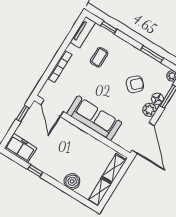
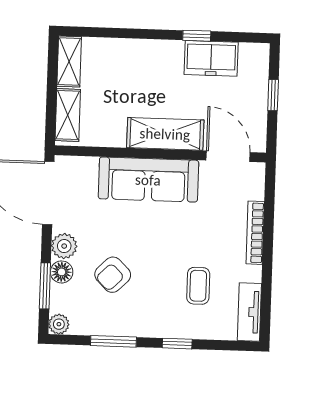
window: (109, 27) -> (177, 344), moved
window: (23, 114) -> (273, 95), moved
shelving: (75, 135) -> (165, 134), added
freezer: (20, 148) -> (211, 58), moved
boiler: (72, 181) -> (125, 53), removed

